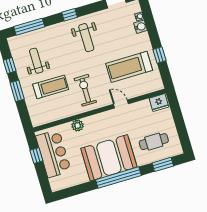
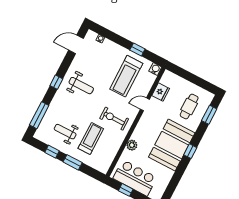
water cooler: (141, 27) -> (155, 69), moved
fridge: (159, 103) -> (161, 92), moved
window: (118, 178) -> (190, 151), width x0.32

